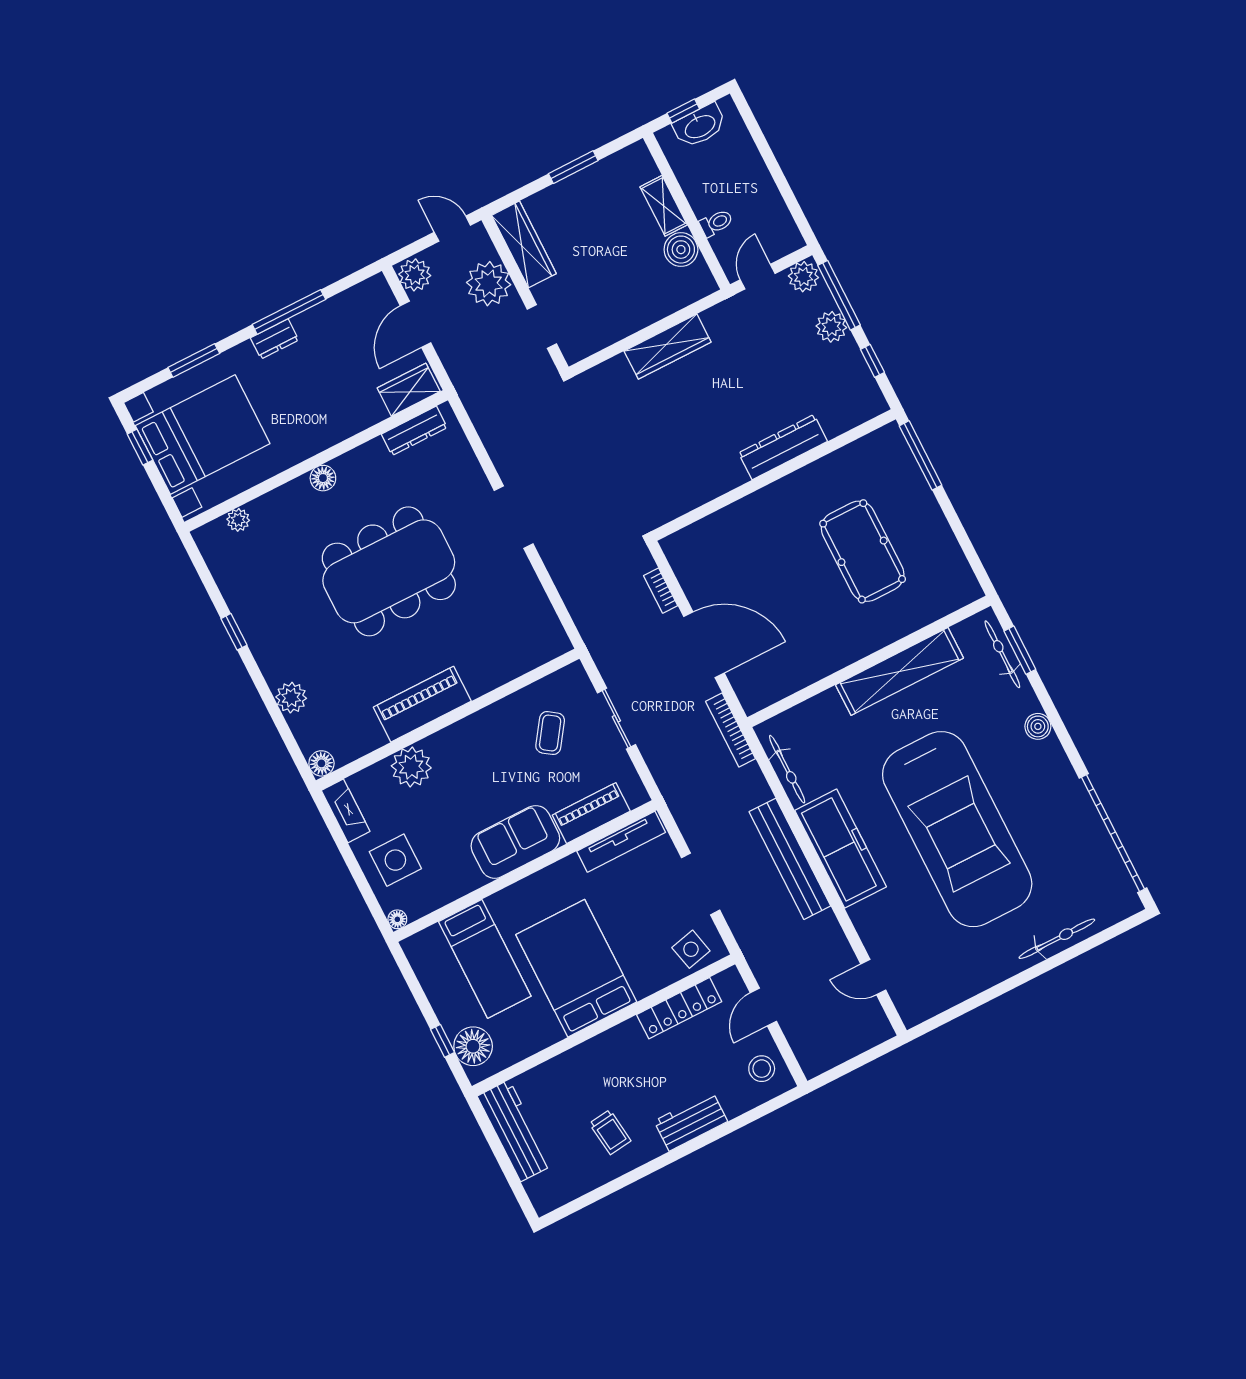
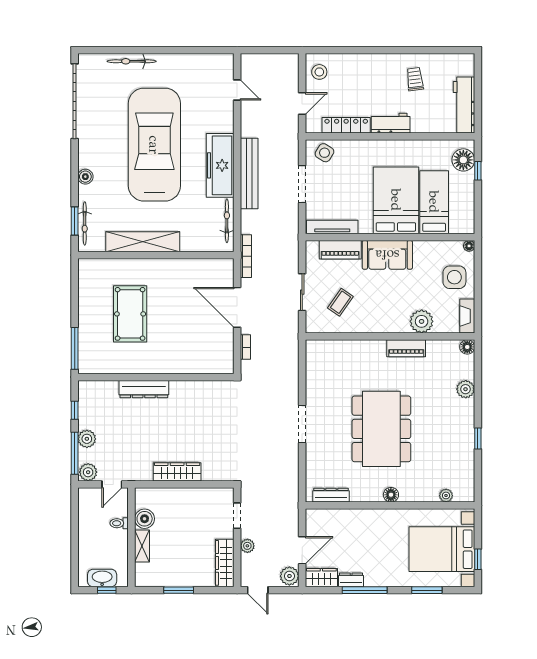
plant: (489, 284) -> (247, 546), width x0.53, depth x0.53
dresser: (275, 339) -> (351, 580), moved
wardrobe: (409, 390) -> (321, 578), moved, turned 180
dining table: (389, 571) -> (381, 429), turned 90
piano: (422, 704) -> (406, 348), width x0.73, depth x0.75
side table: (691, 949) -> (324, 153), turned 45
bed: (576, 968) -> (396, 200), moved, turned 180
workbench: (691, 1121) -> (391, 123), moved, turned 180

